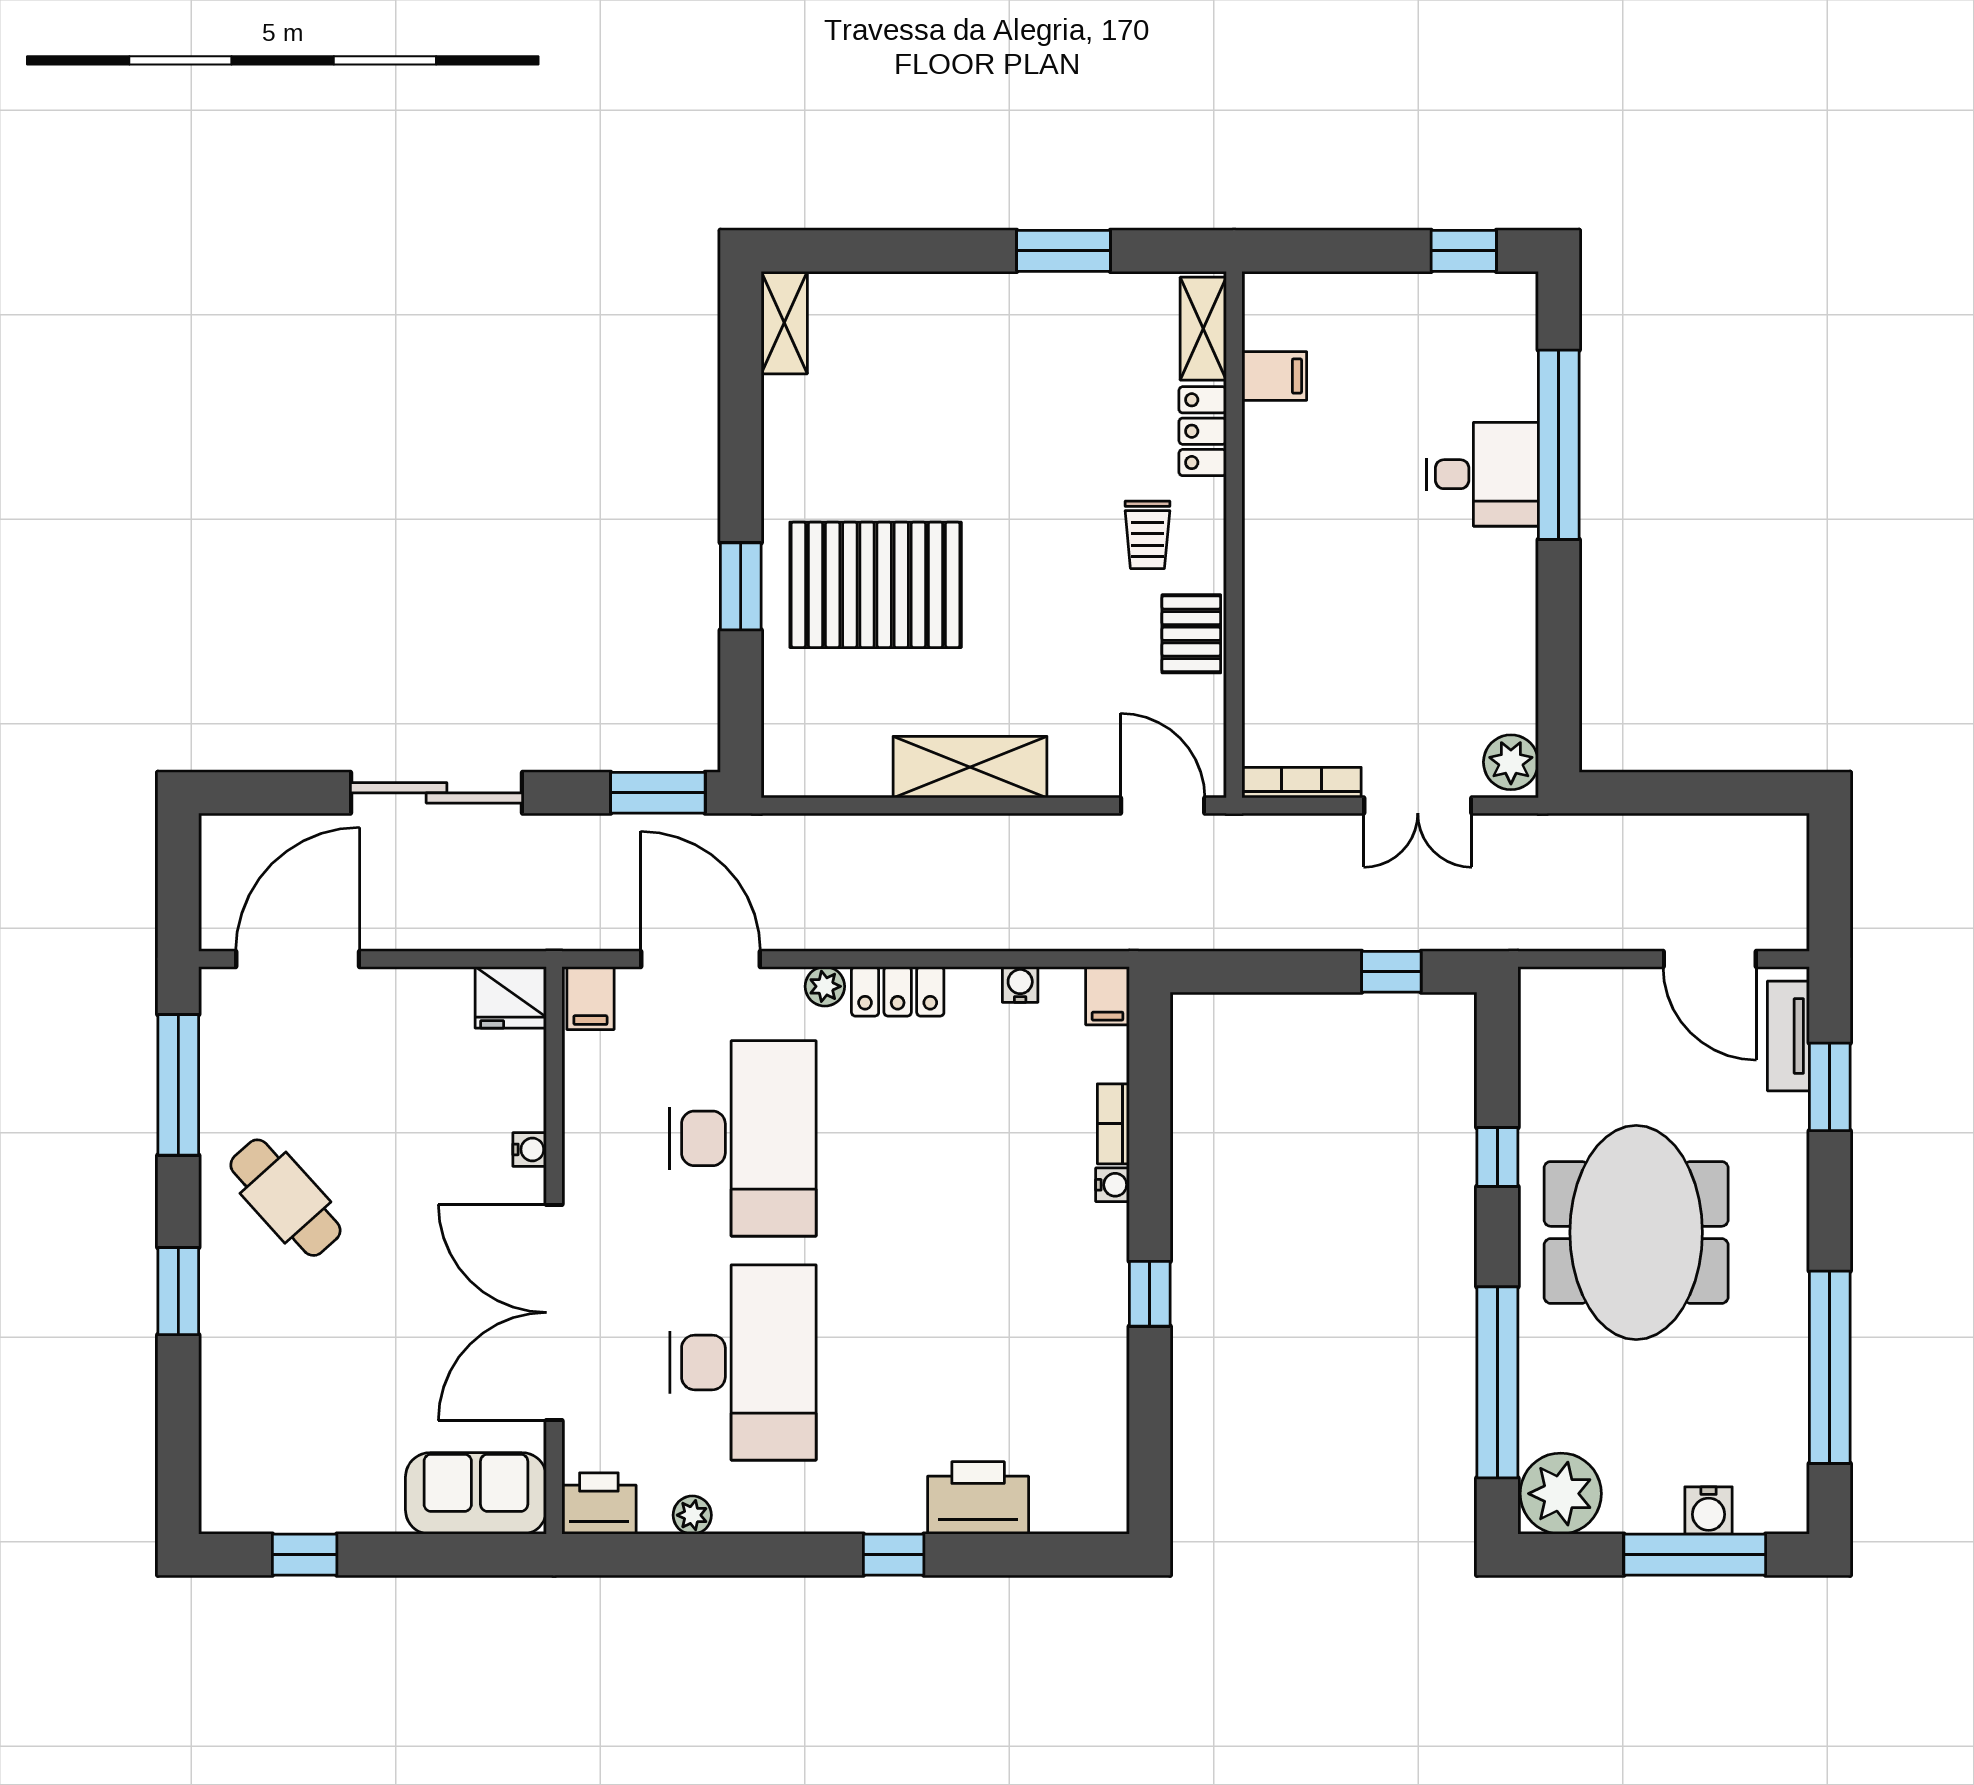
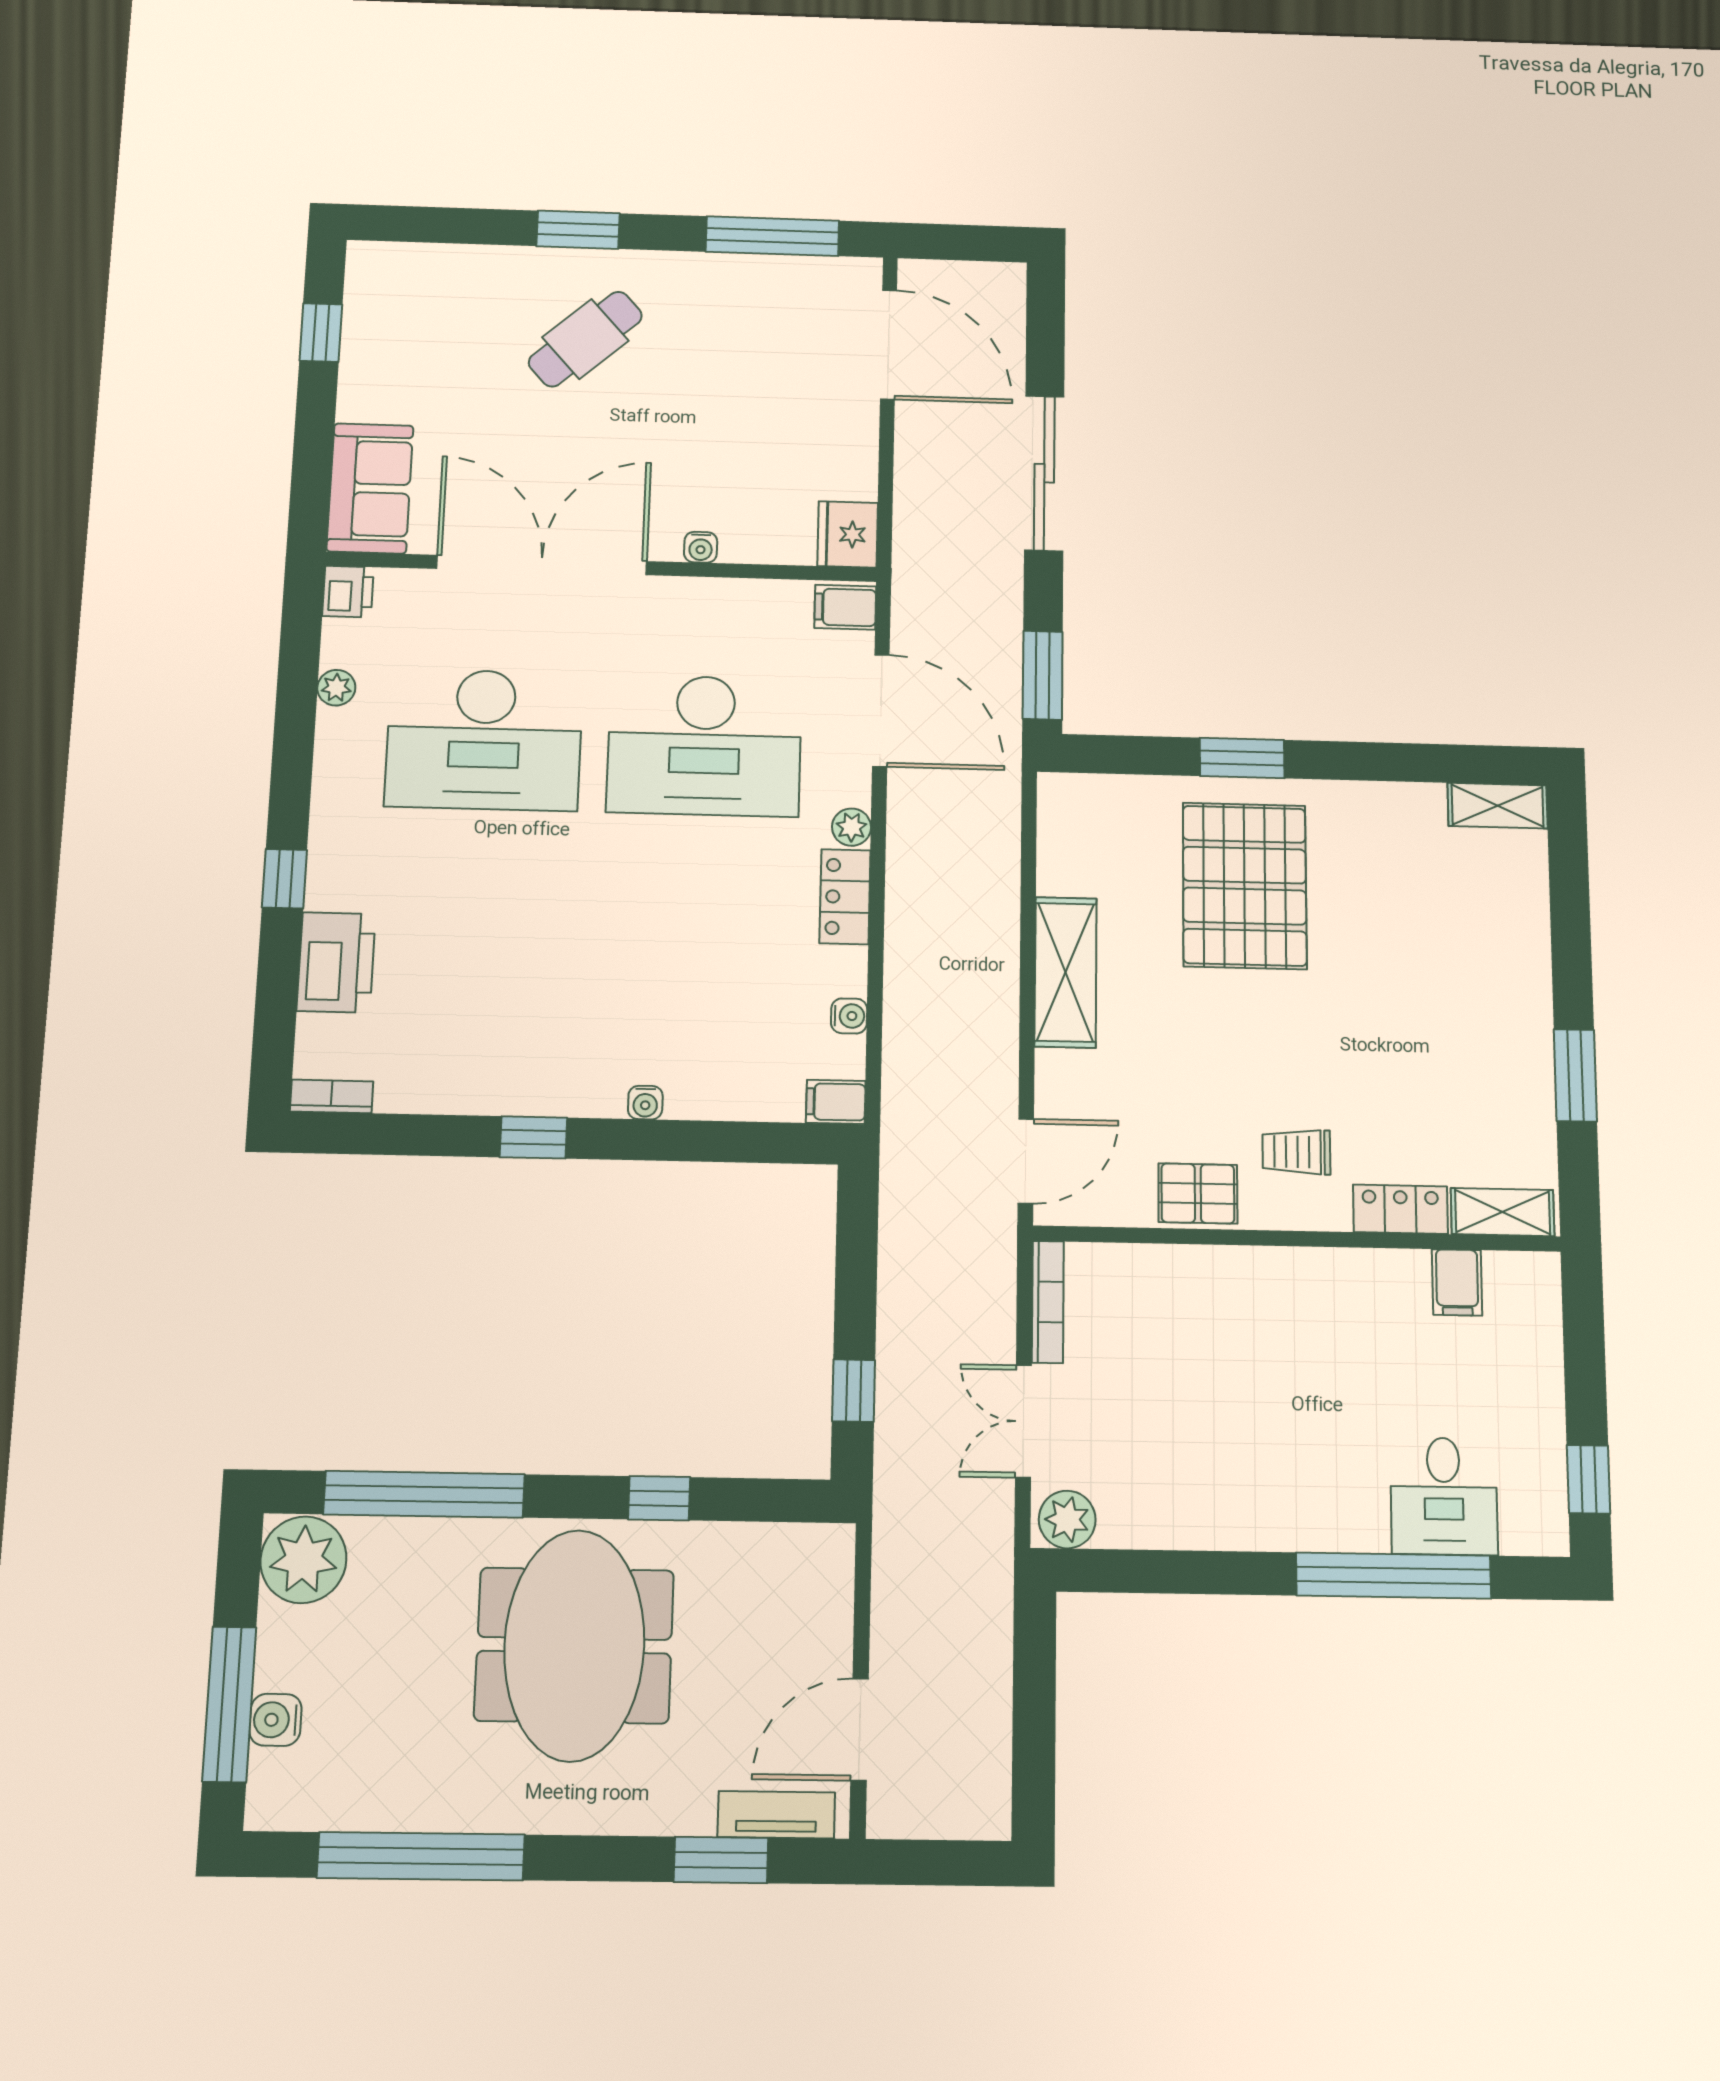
desk: (1482, 474) -> (1444, 1496), moved
door: (701, 959) -> (881, 711), hinge flipped
bookcase: (1113, 1124) -> (332, 1096), moved
cafe table: (285, 1198) -> (585, 339), moved
meeting table: (1636, 1232) -> (574, 1645), turned 90
printer: (599, 1503) -> (348, 592), width x0.73, depth x0.81

